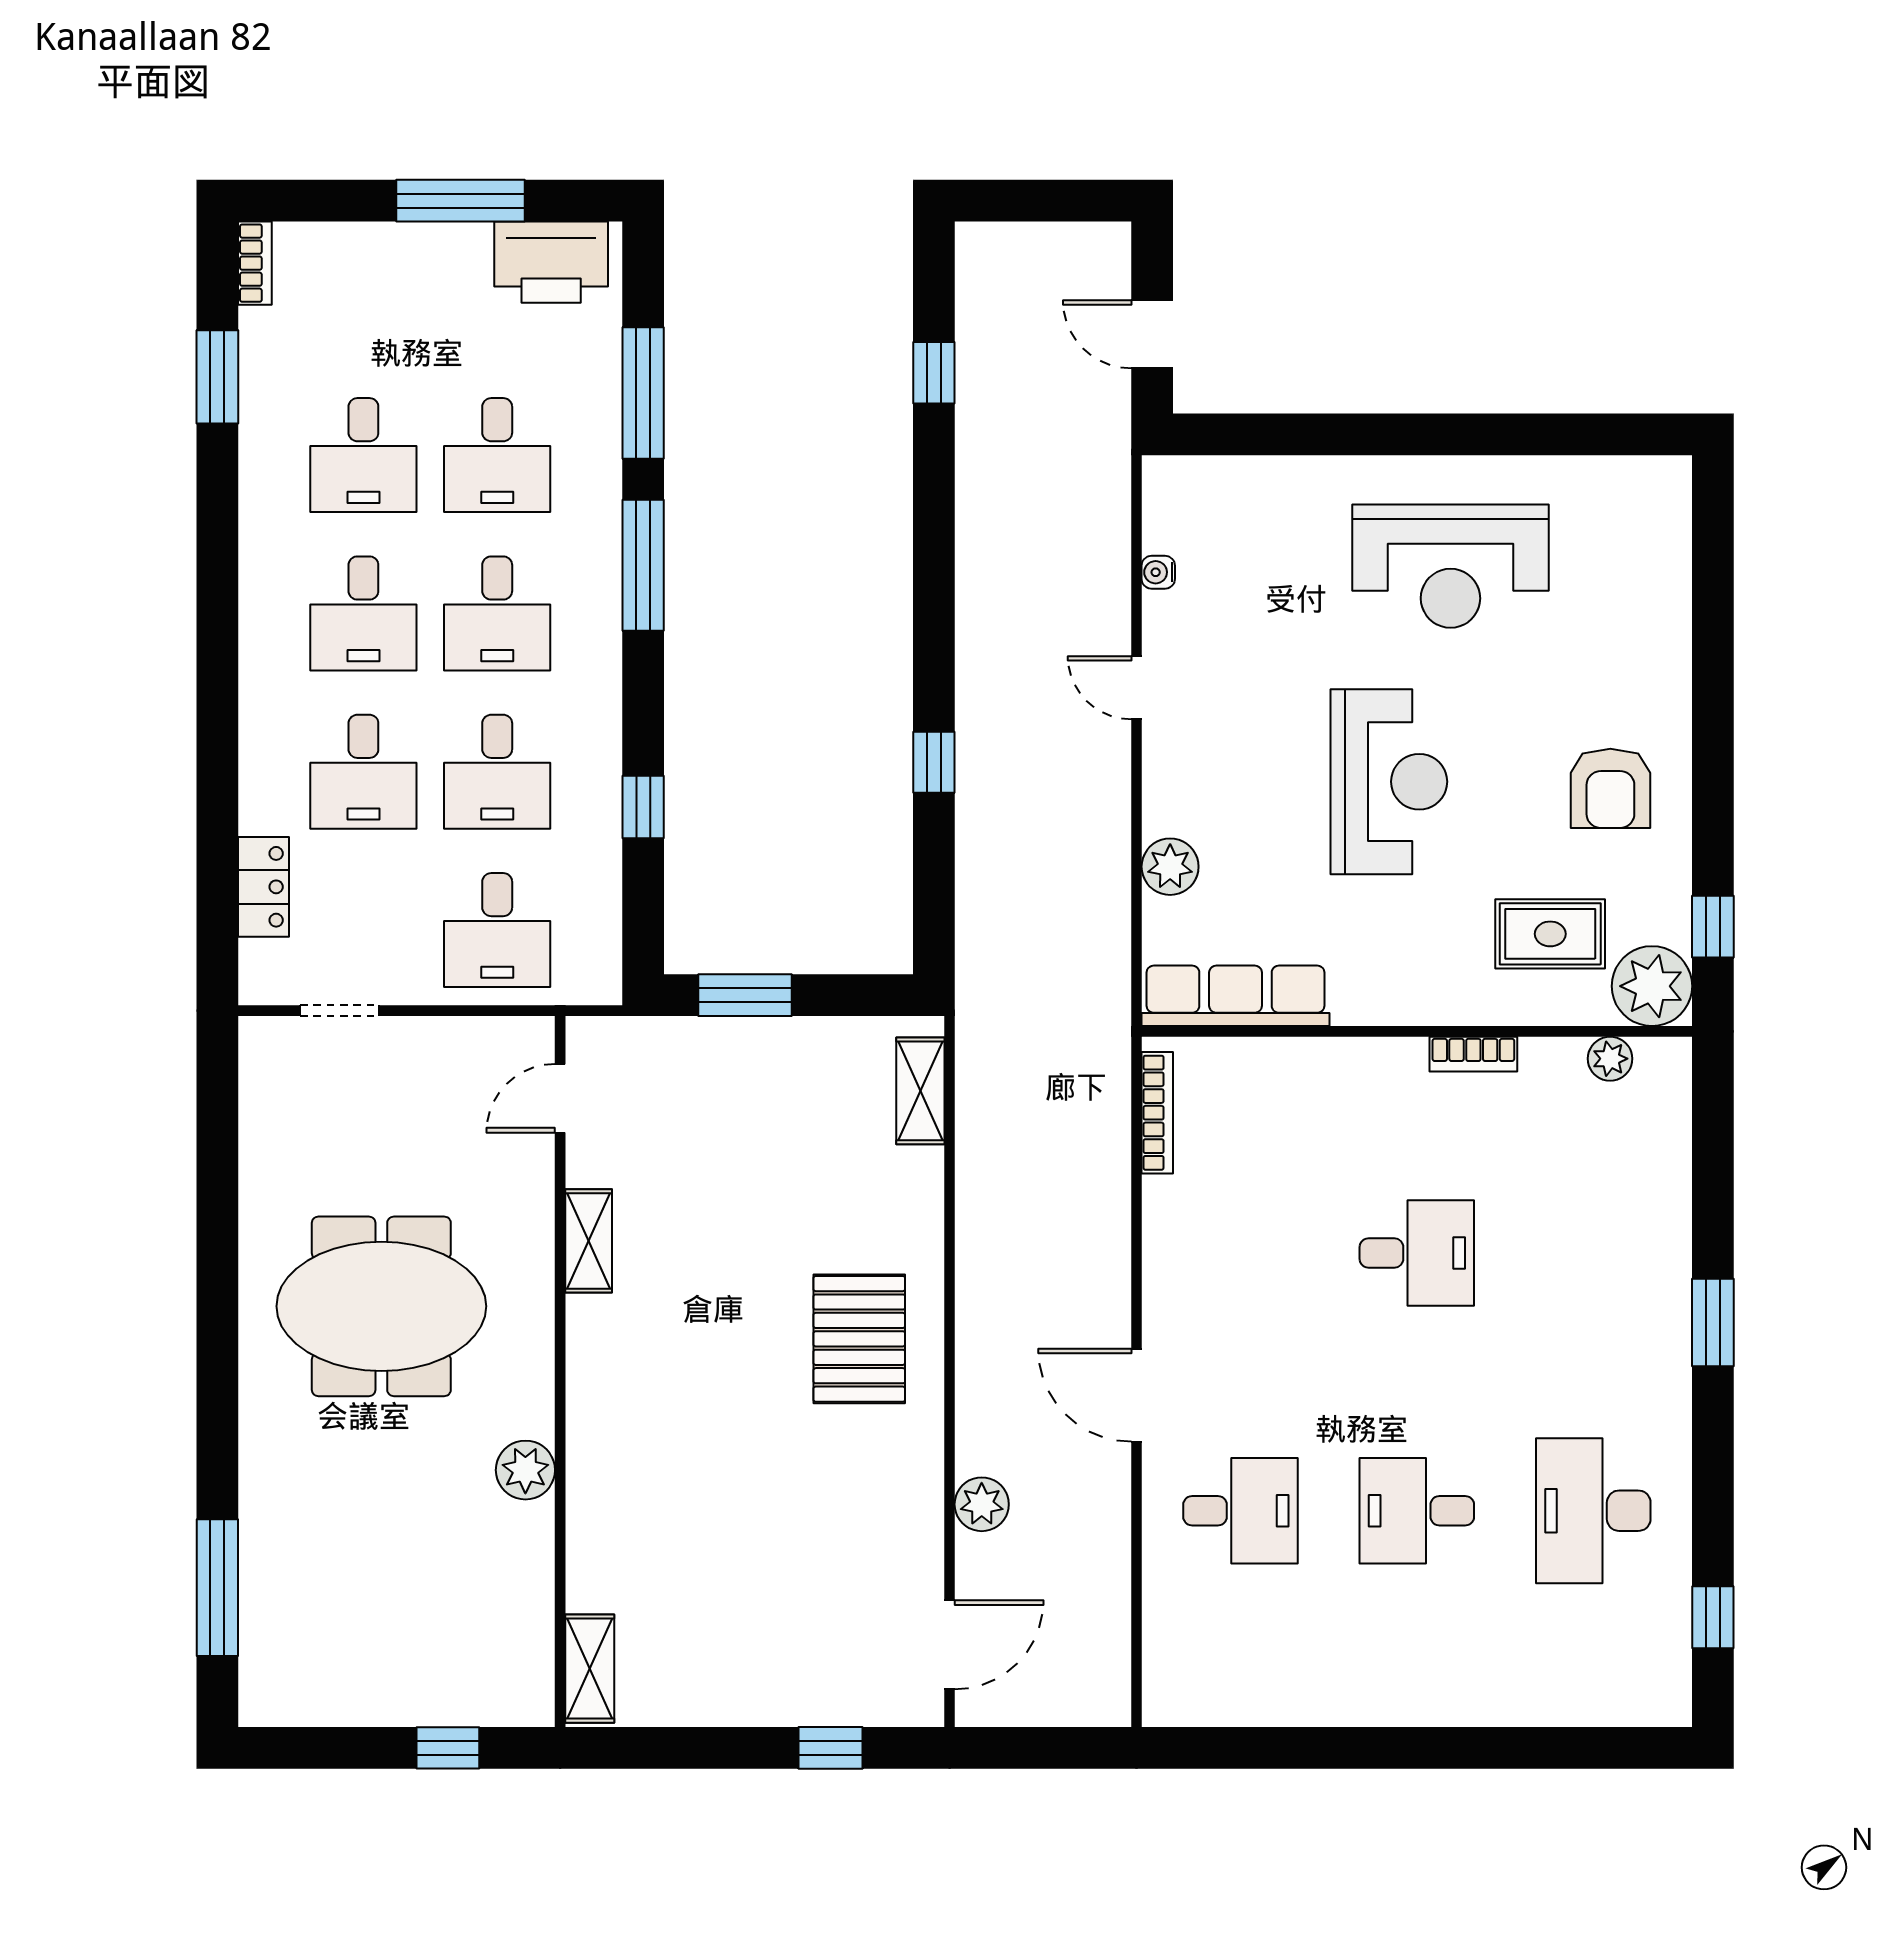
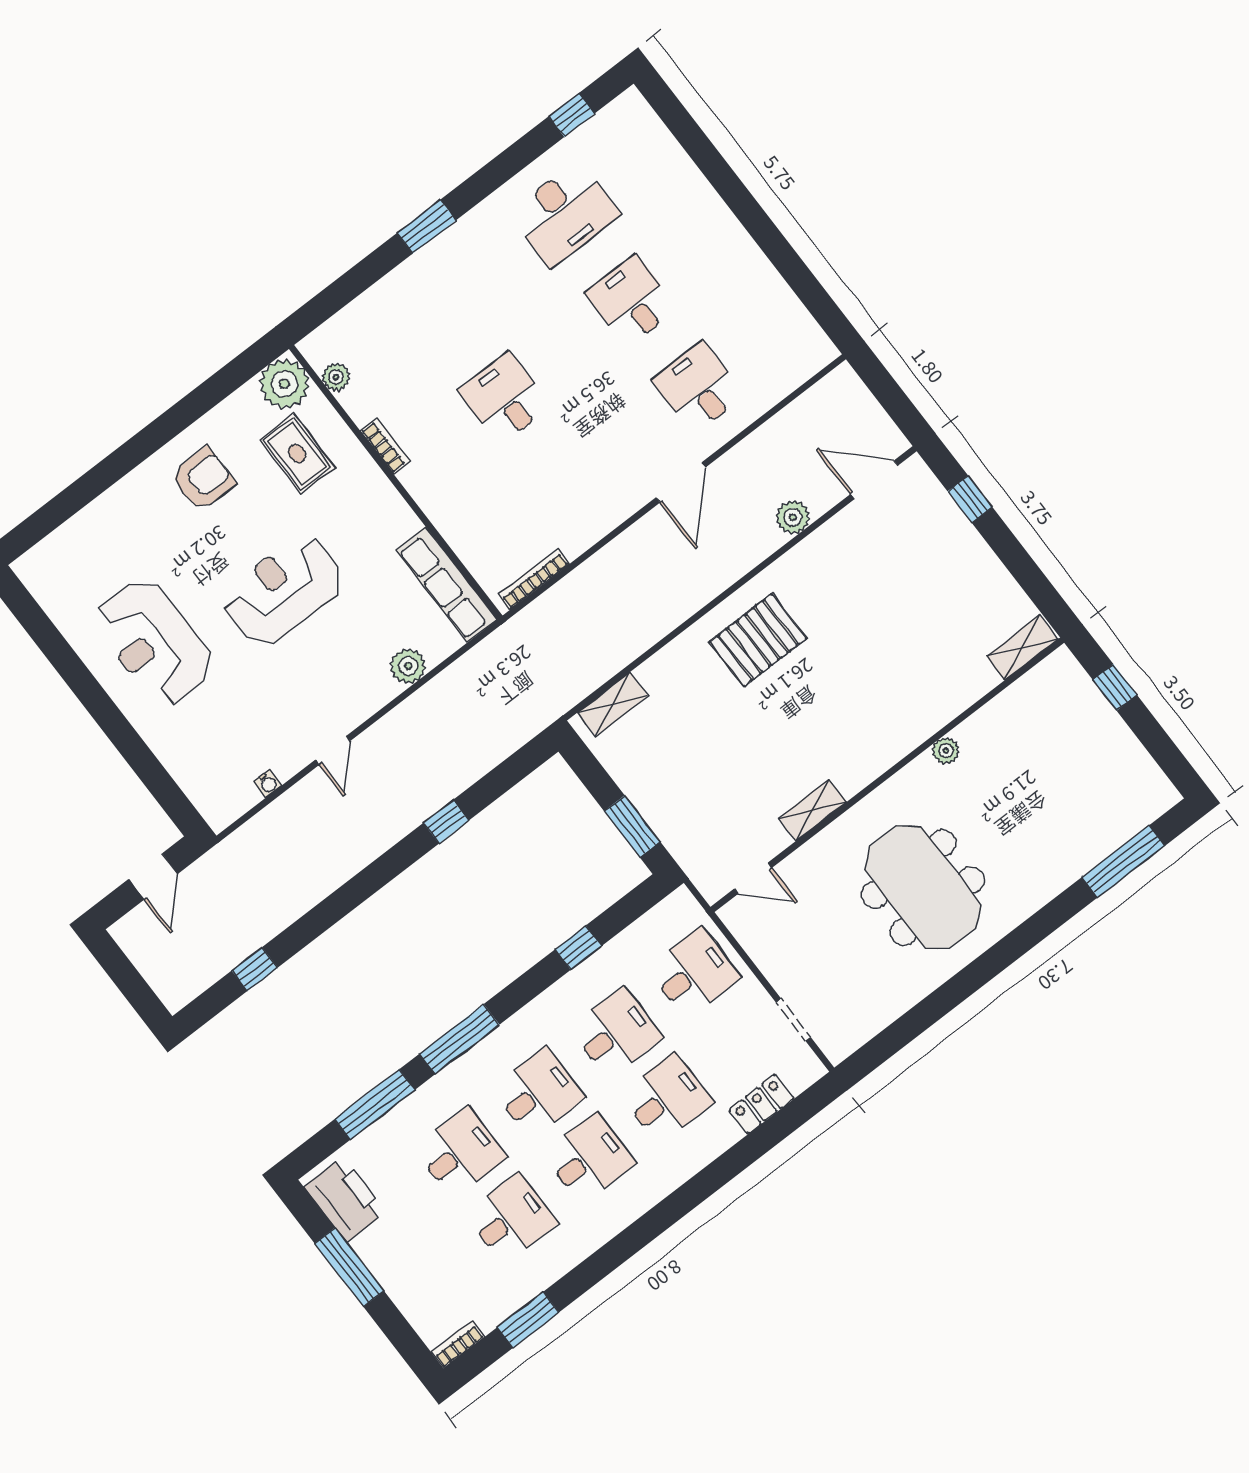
reception desk: (1450, 566) -> (154, 642), turned 180
window: (1713, 927) -> (232, 376), removed
plant: (525, 1470) -> (946, 751), width x0.73, depth x0.73
desk: (1417, 1511) -> (631, 301), turned 180

